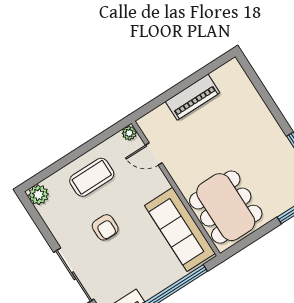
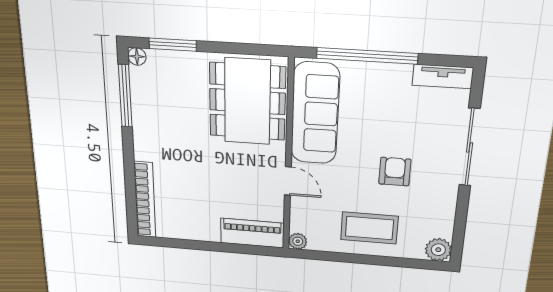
bookcase: (247, 88) -> (145, 200), added
piano: (193, 97) -> (252, 233), moved
door: (154, 154) -> (288, 181), moved

